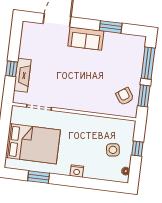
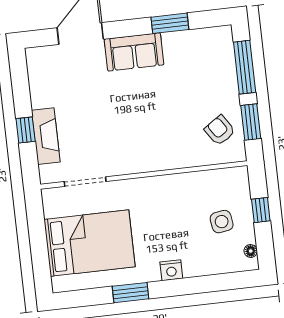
window: (39, 177) -> (131, 293), moved

